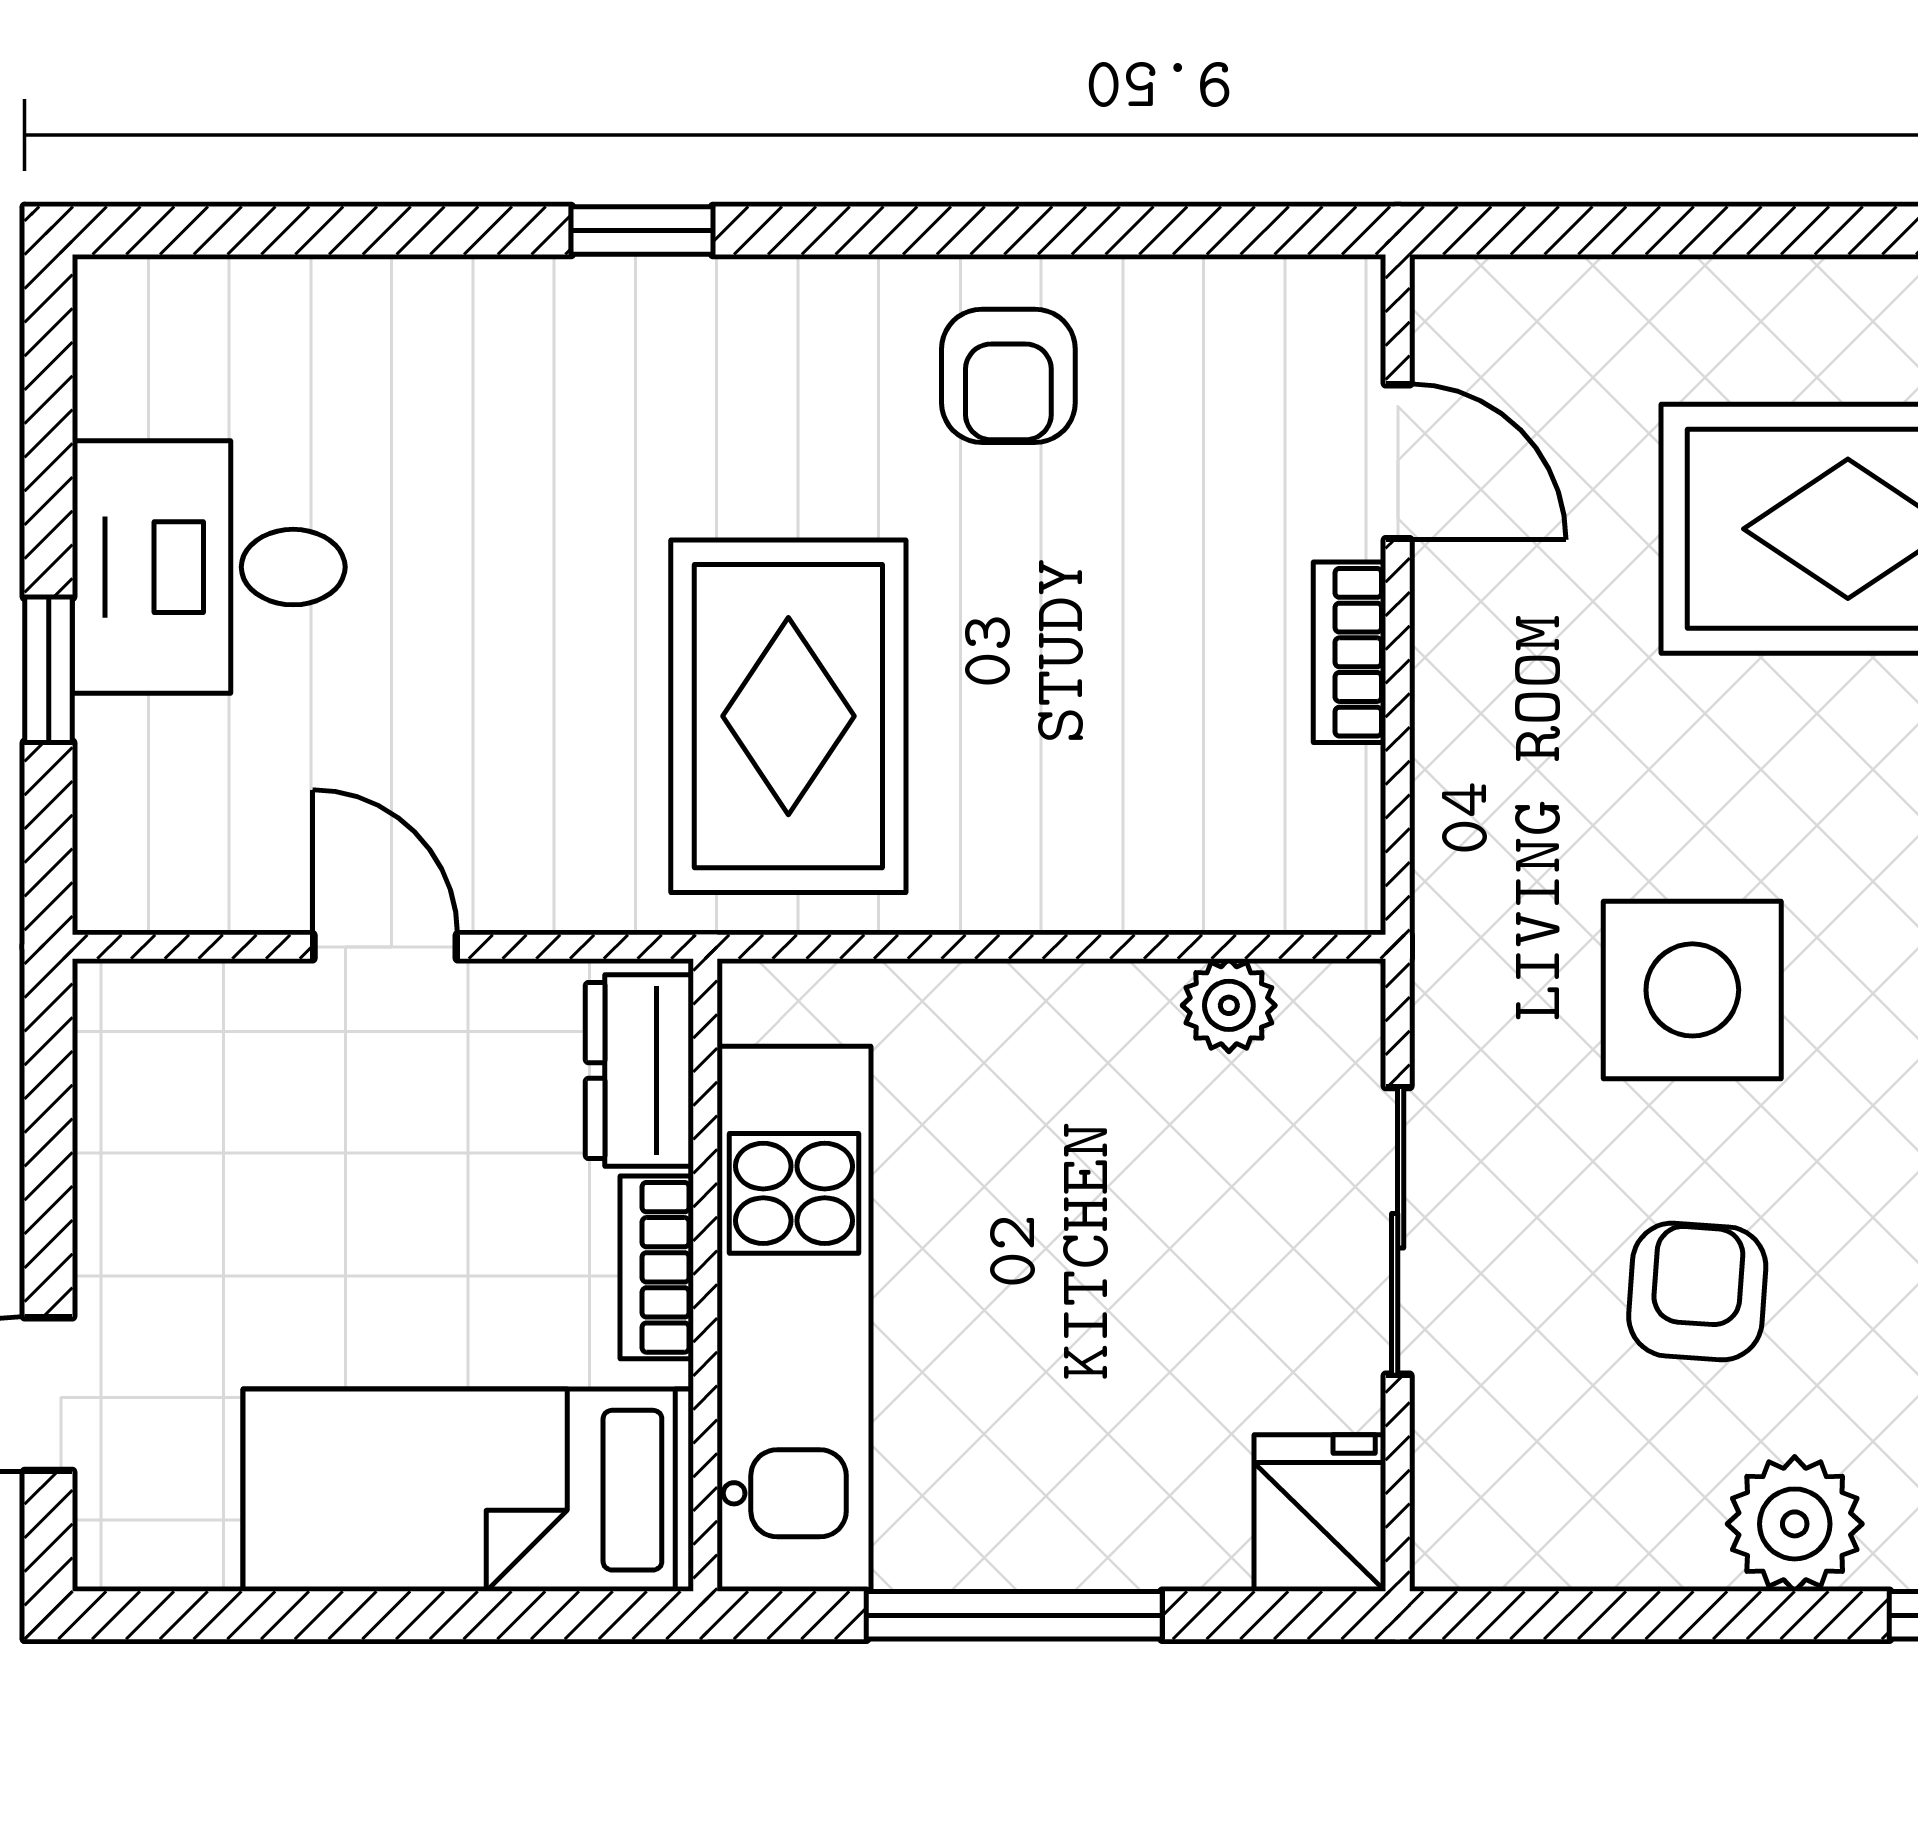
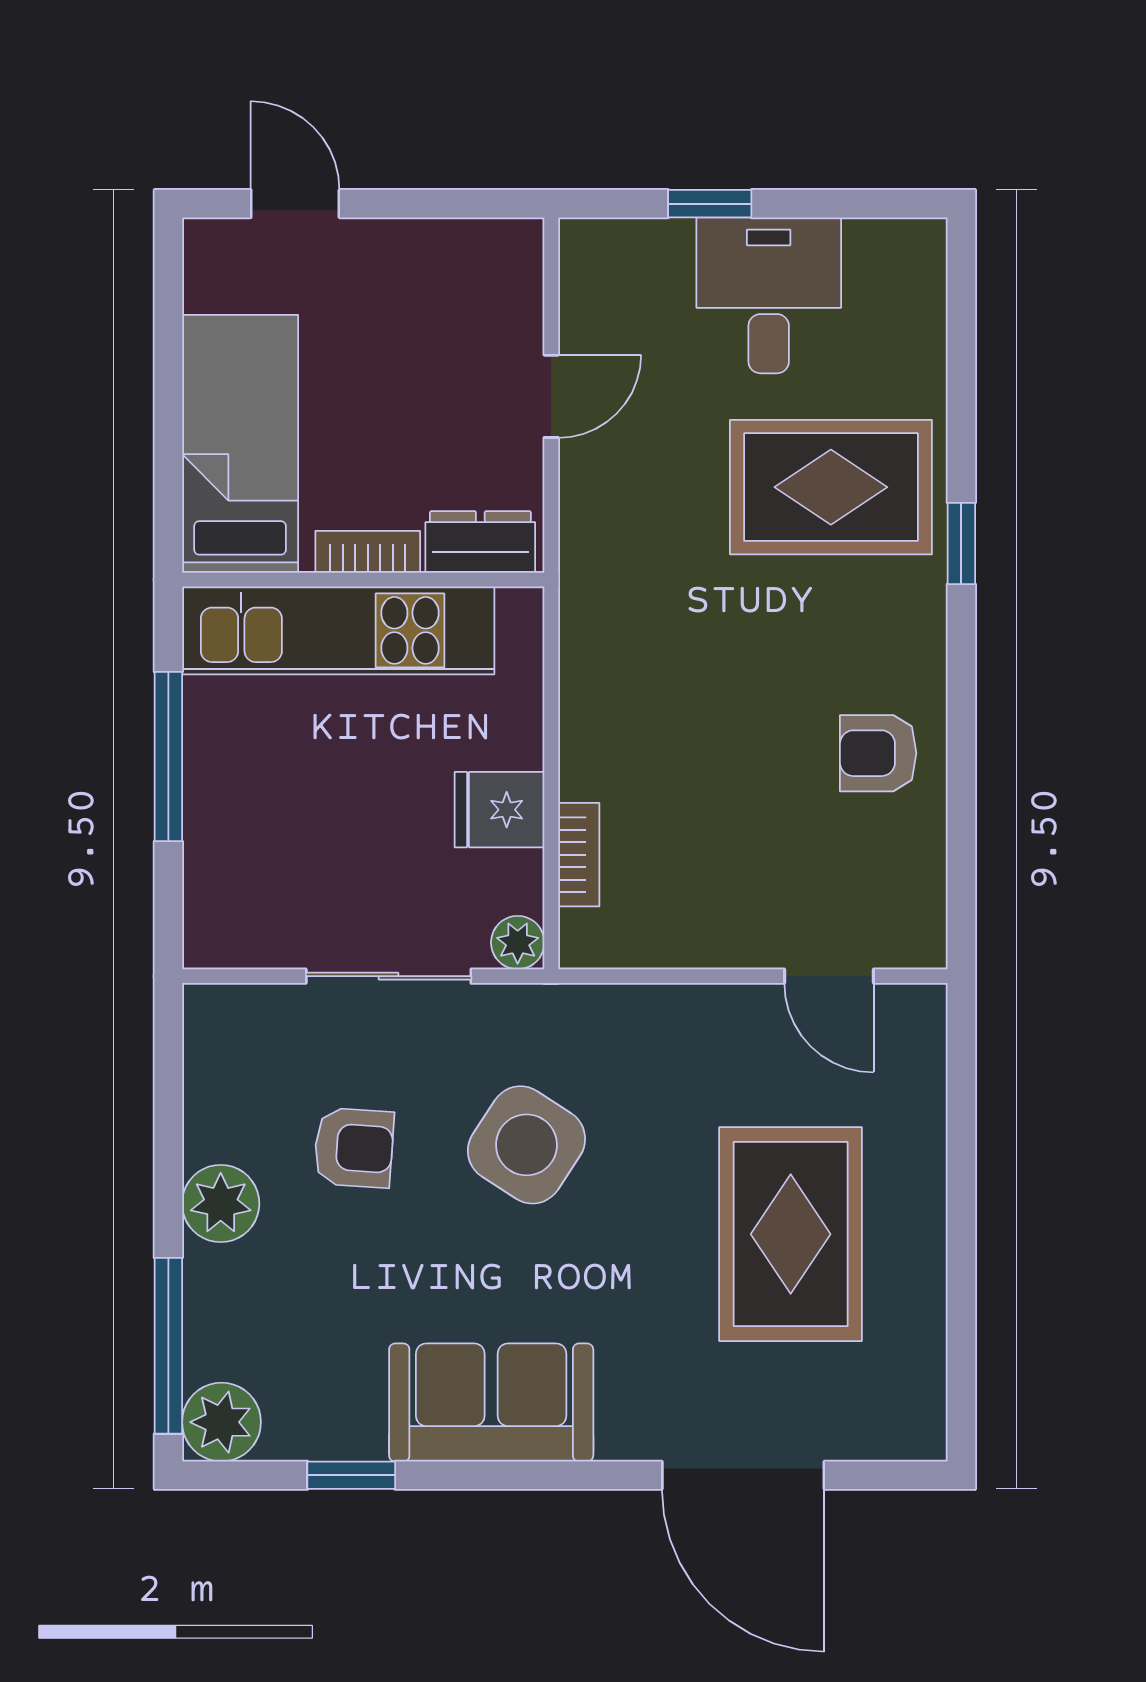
door: (1398, 462) -> (829, 976), hinge flipped
bookcase: (1350, 652) -> (579, 855), moved, turned 90
rug: (788, 716) -> (831, 487), moved
side table: (1692, 990) -> (526, 1145), turned 33
plant: (1229, 1005) -> (518, 943), moved
fridge: (1320, 1513) -> (499, 810), moved, turned 180

